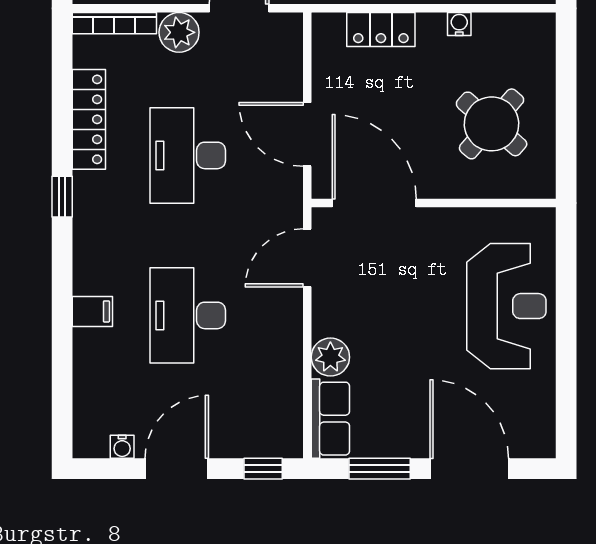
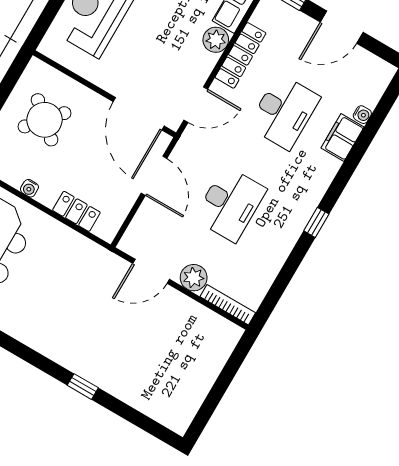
locker: (89, 119) -> (240, 55), moved, turned 180
filing cabinet: (92, 311) -> (343, 137), width x2.00
water cooler: (122, 447) -> (362, 115), moved, turned 90

